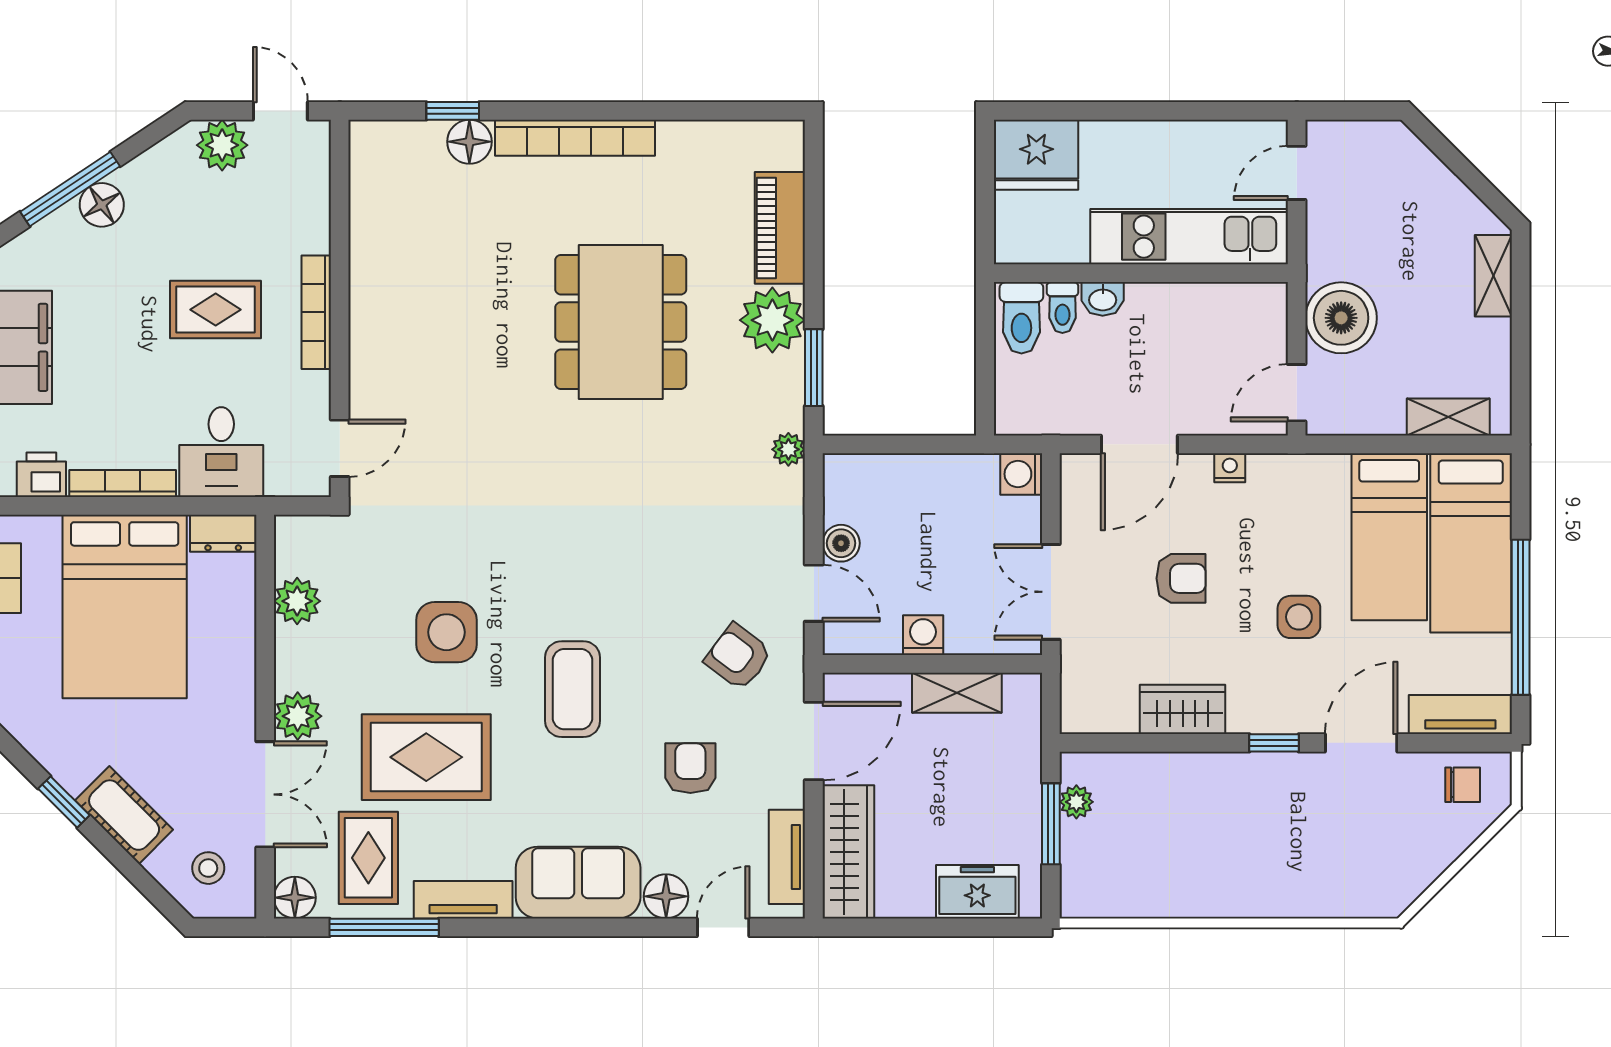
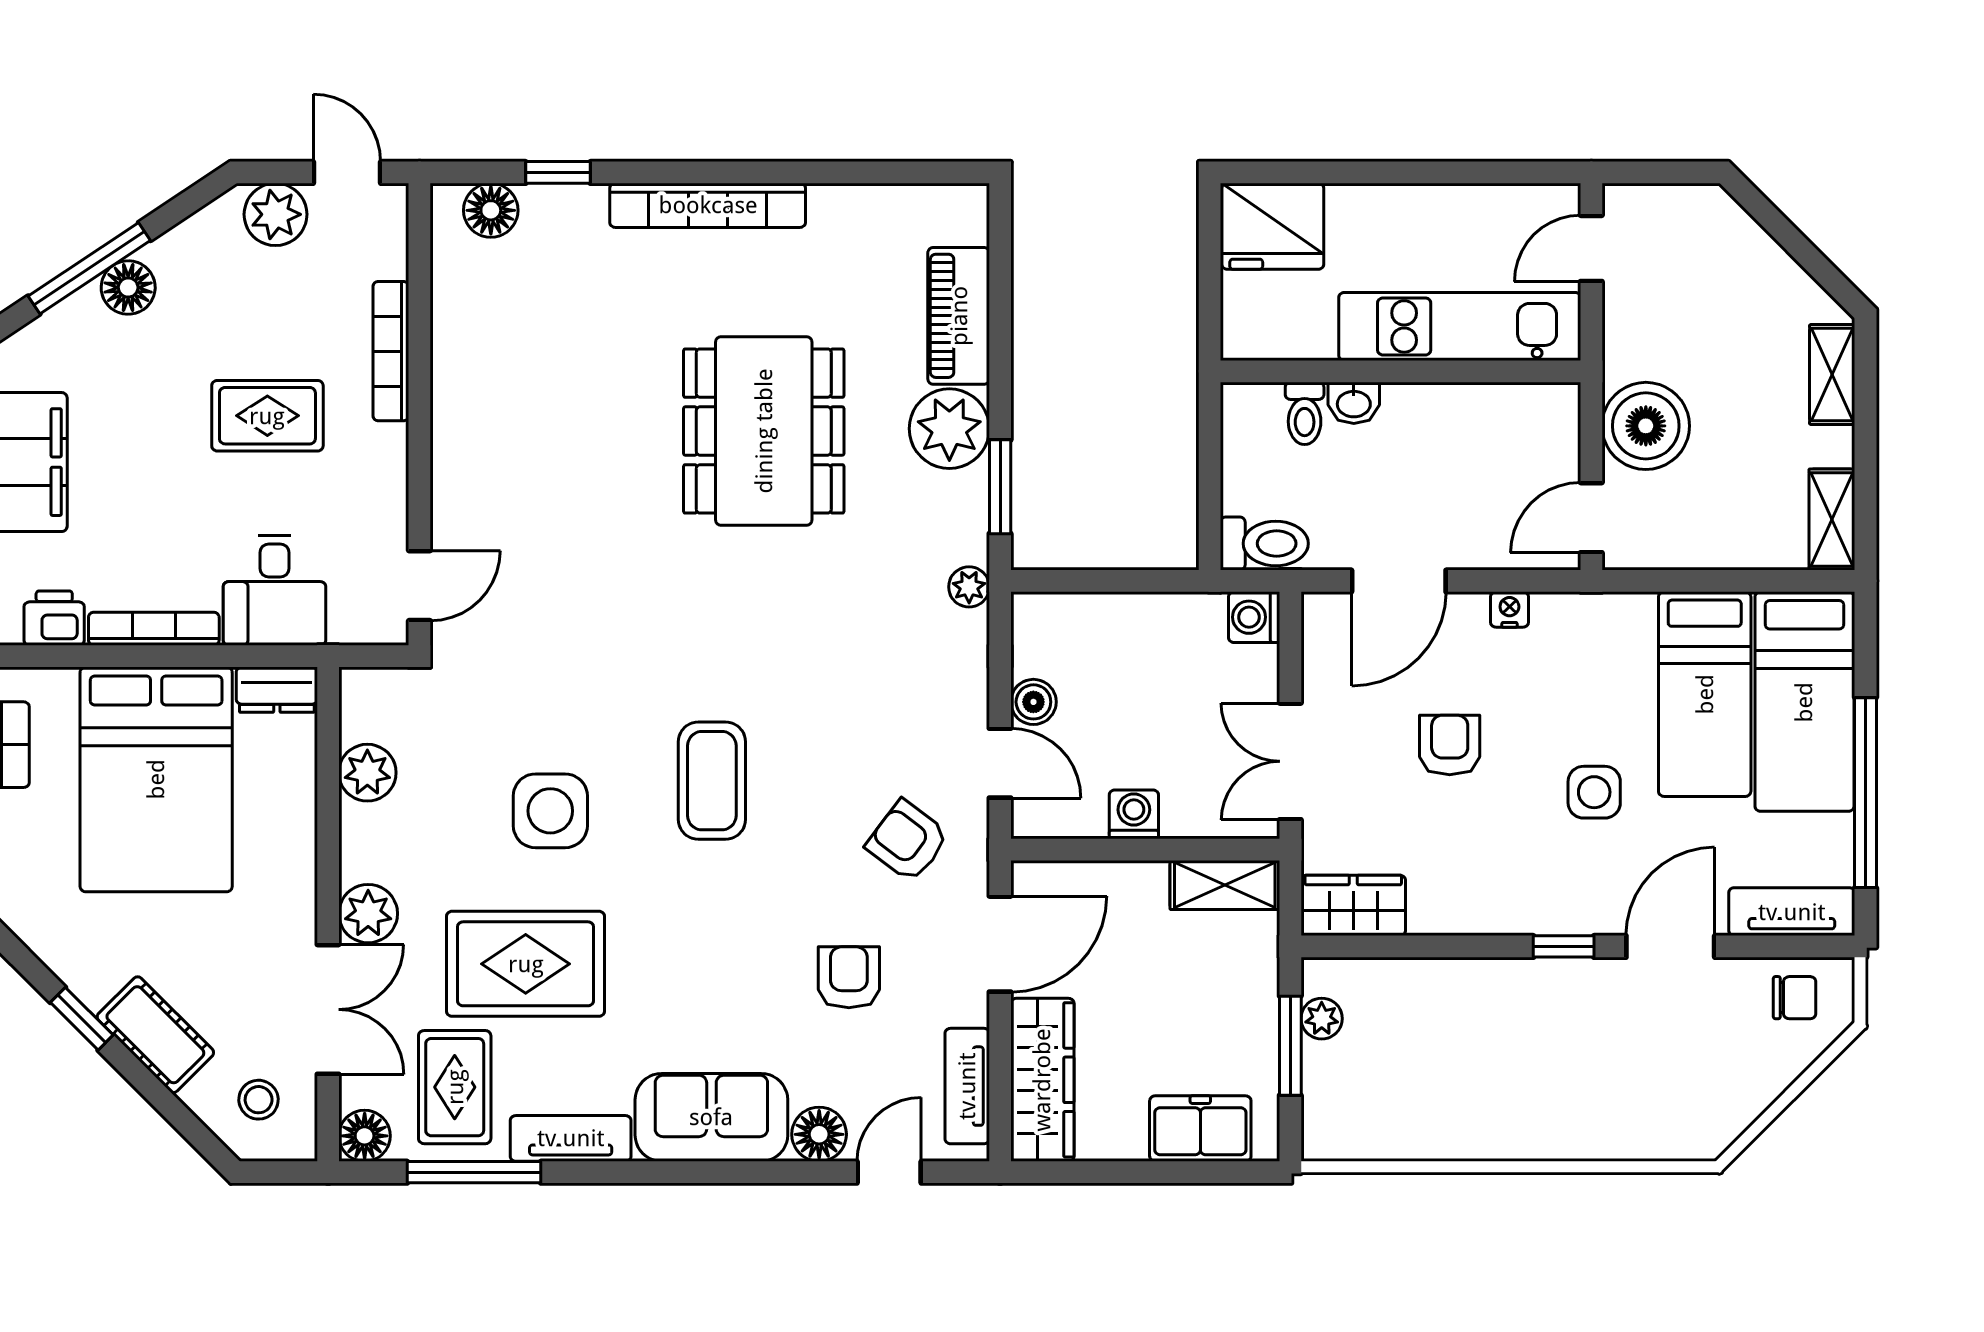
floor lamp: (469, 142) -> (491, 210), moved
bookcase: (316, 312) -> (391, 351), moved
toilet: (1021, 318) -> (1264, 543), moved, turned -90
shelving: (1448, 417) -> (1832, 519), moved, turned 90
armchair: (1181, 578) -> (1450, 745), turned -90
coffee table: (573, 689) -> (712, 781), moved
shelving: (957, 693) -> (1225, 885), moved
wardrobe: (1183, 709) -> (1353, 905), moved

